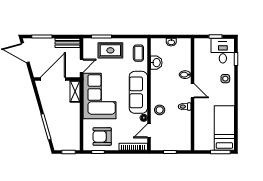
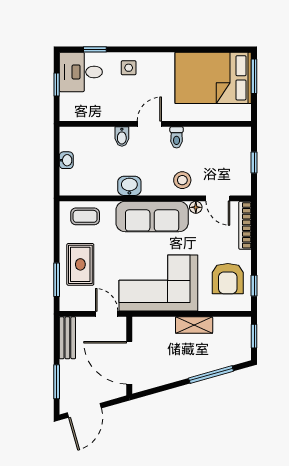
washbasin: (156, 63) -> (129, 186), moved
shelving: (75, 91) -> (194, 325), moved
bed: (224, 128) -> (213, 78), width x1.50

